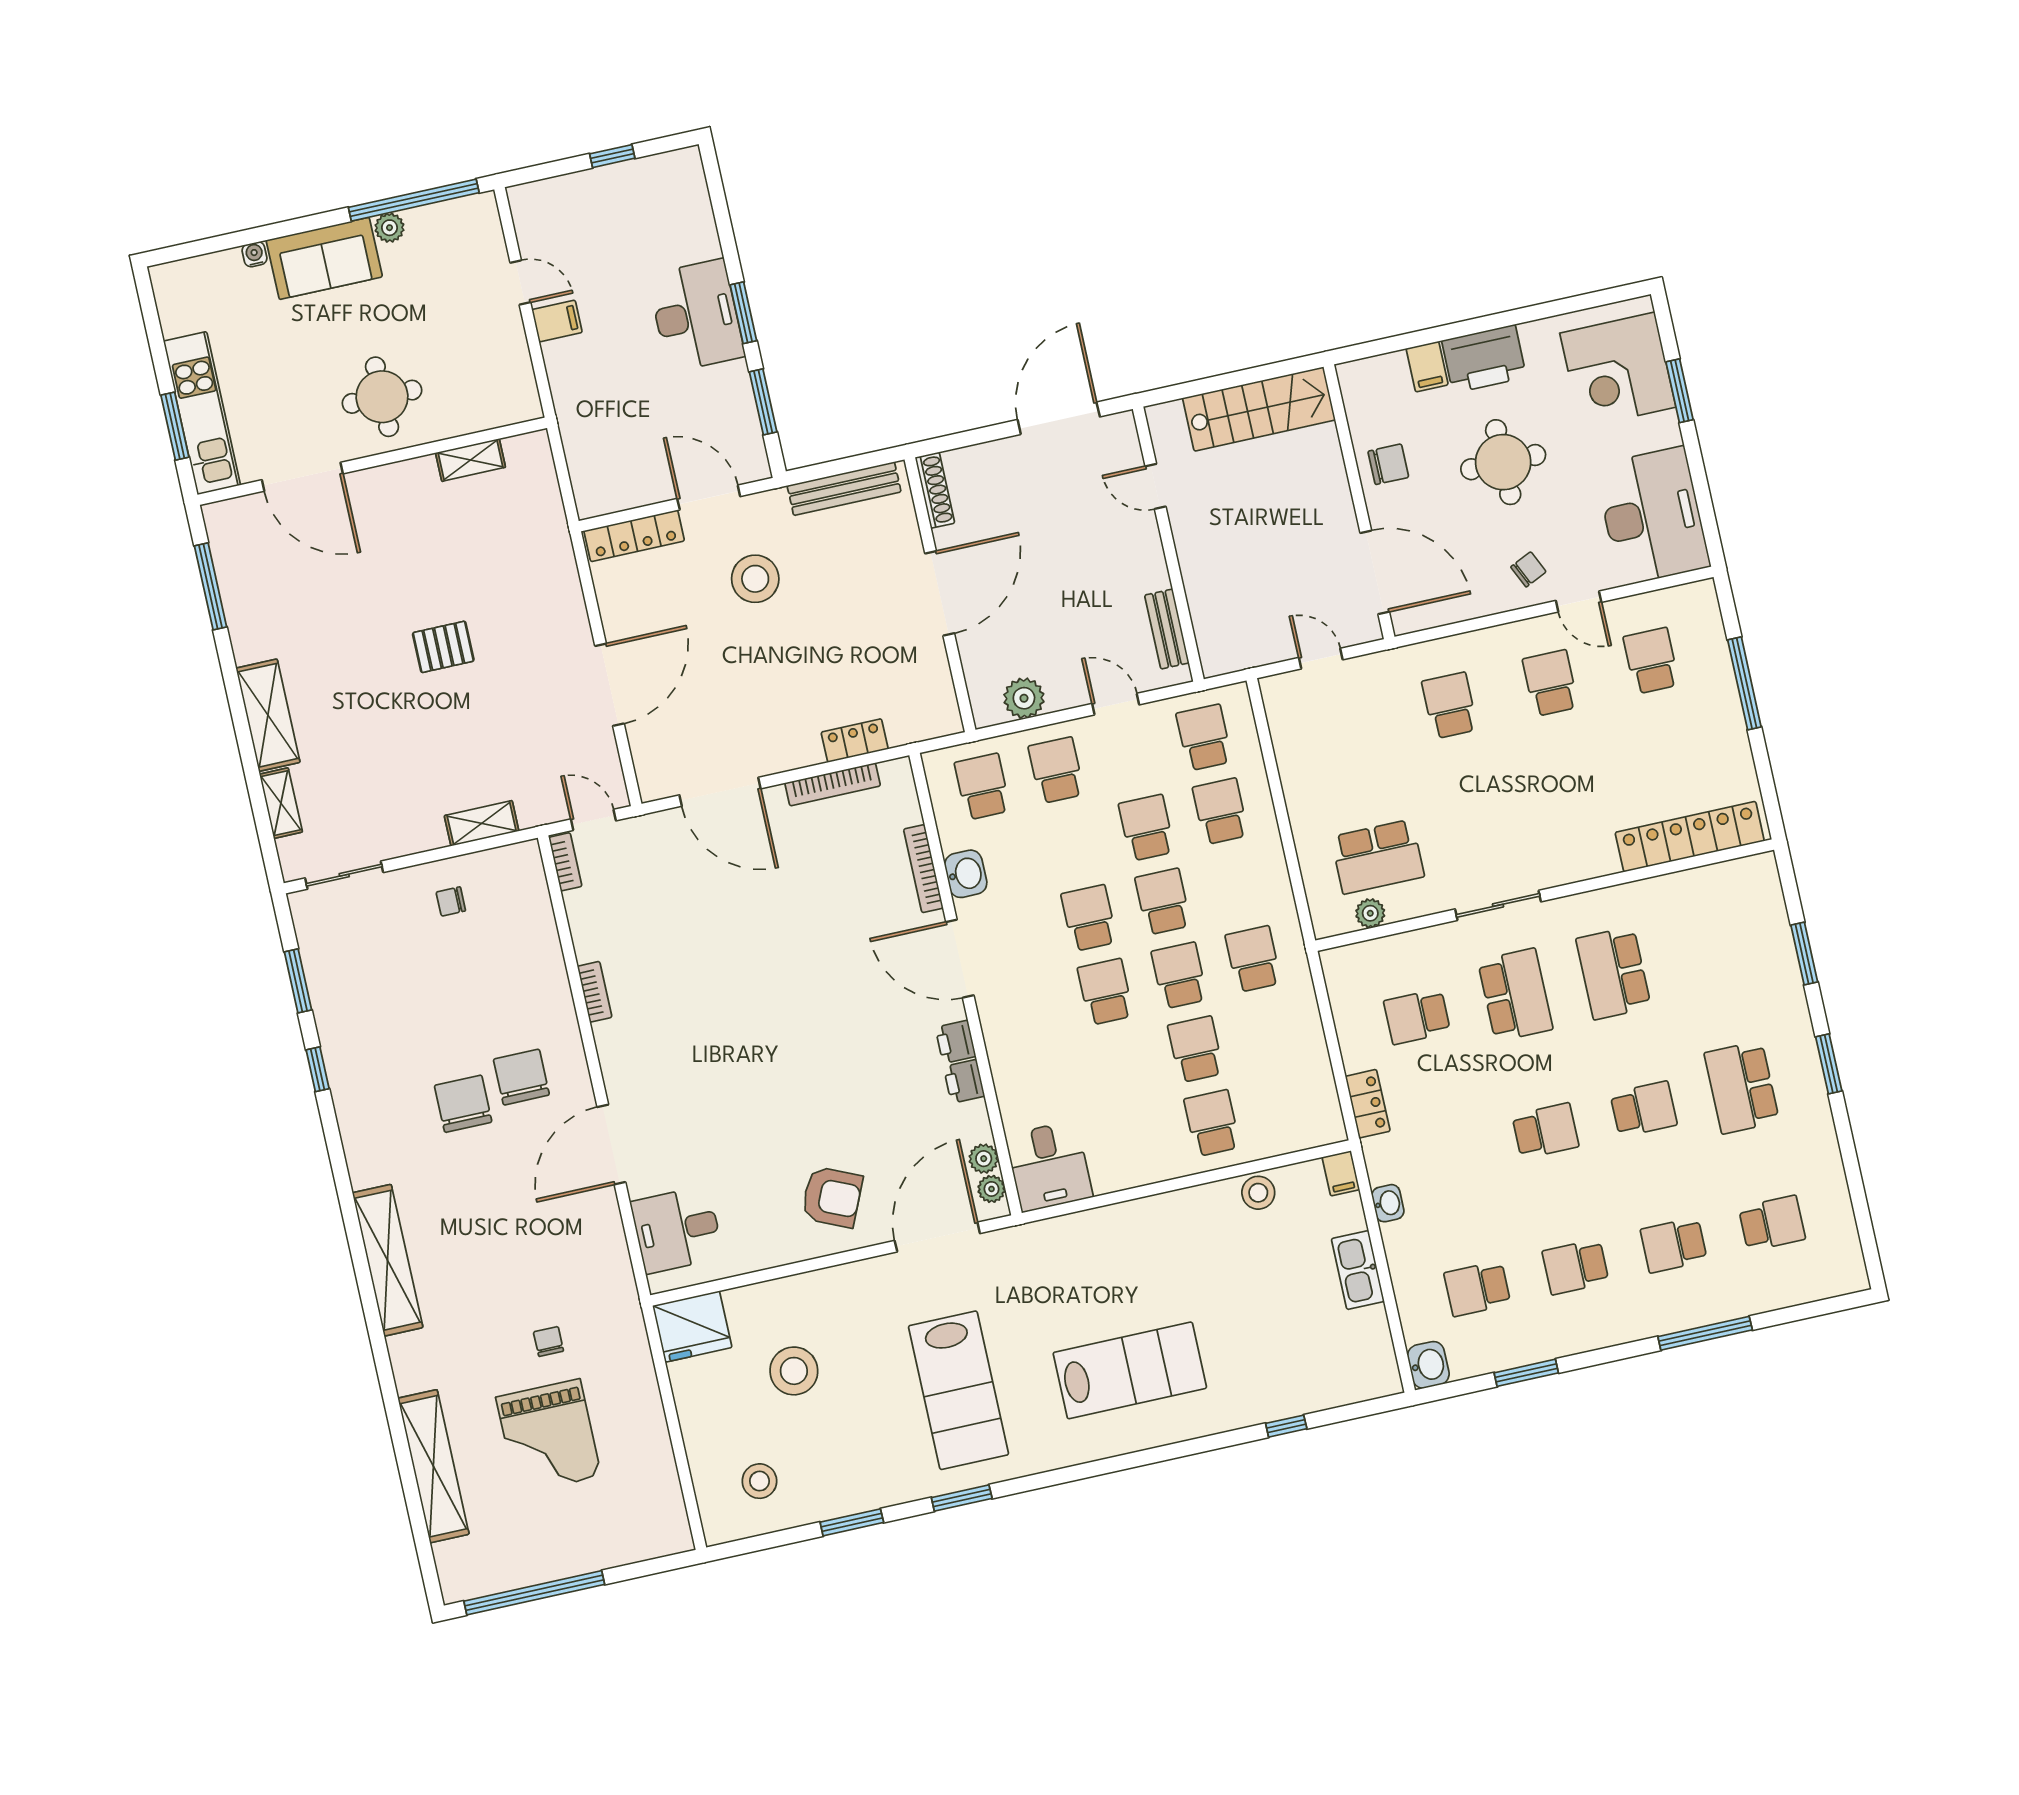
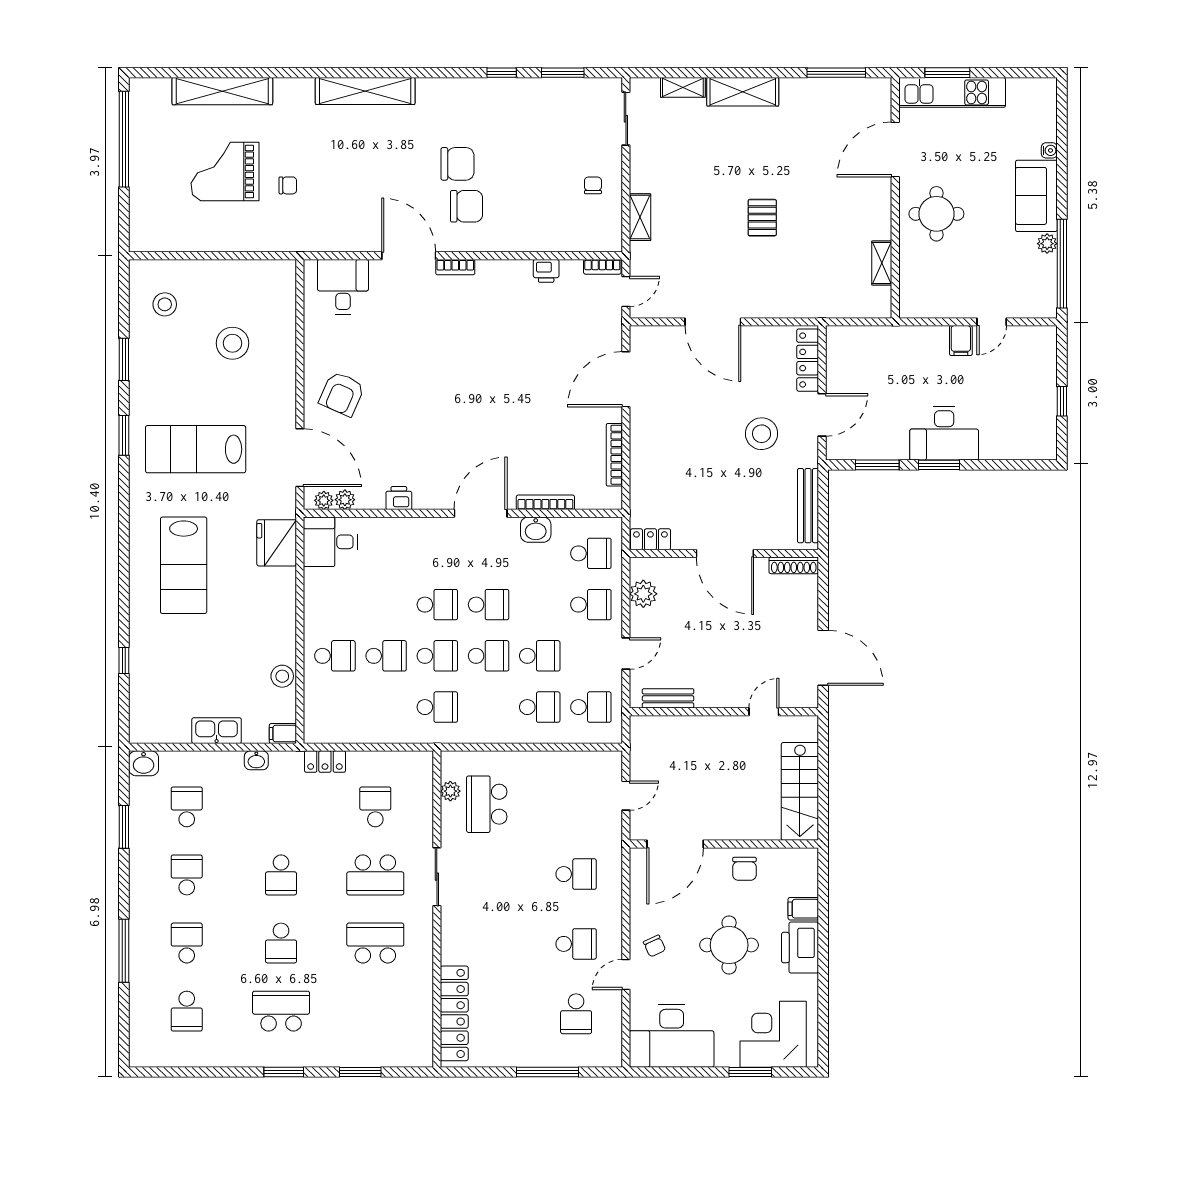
school desk: (1651, 661) -> (576, 1014), turned 90
locker: (855, 741) -> (650, 539), moved, turned -90
bookcase: (595, 992) -> (455, 267), moved
printer: (956, 1042) -> (546, 271), moved, turned 180
fridge: (692, 1327) -> (277, 543), moved

